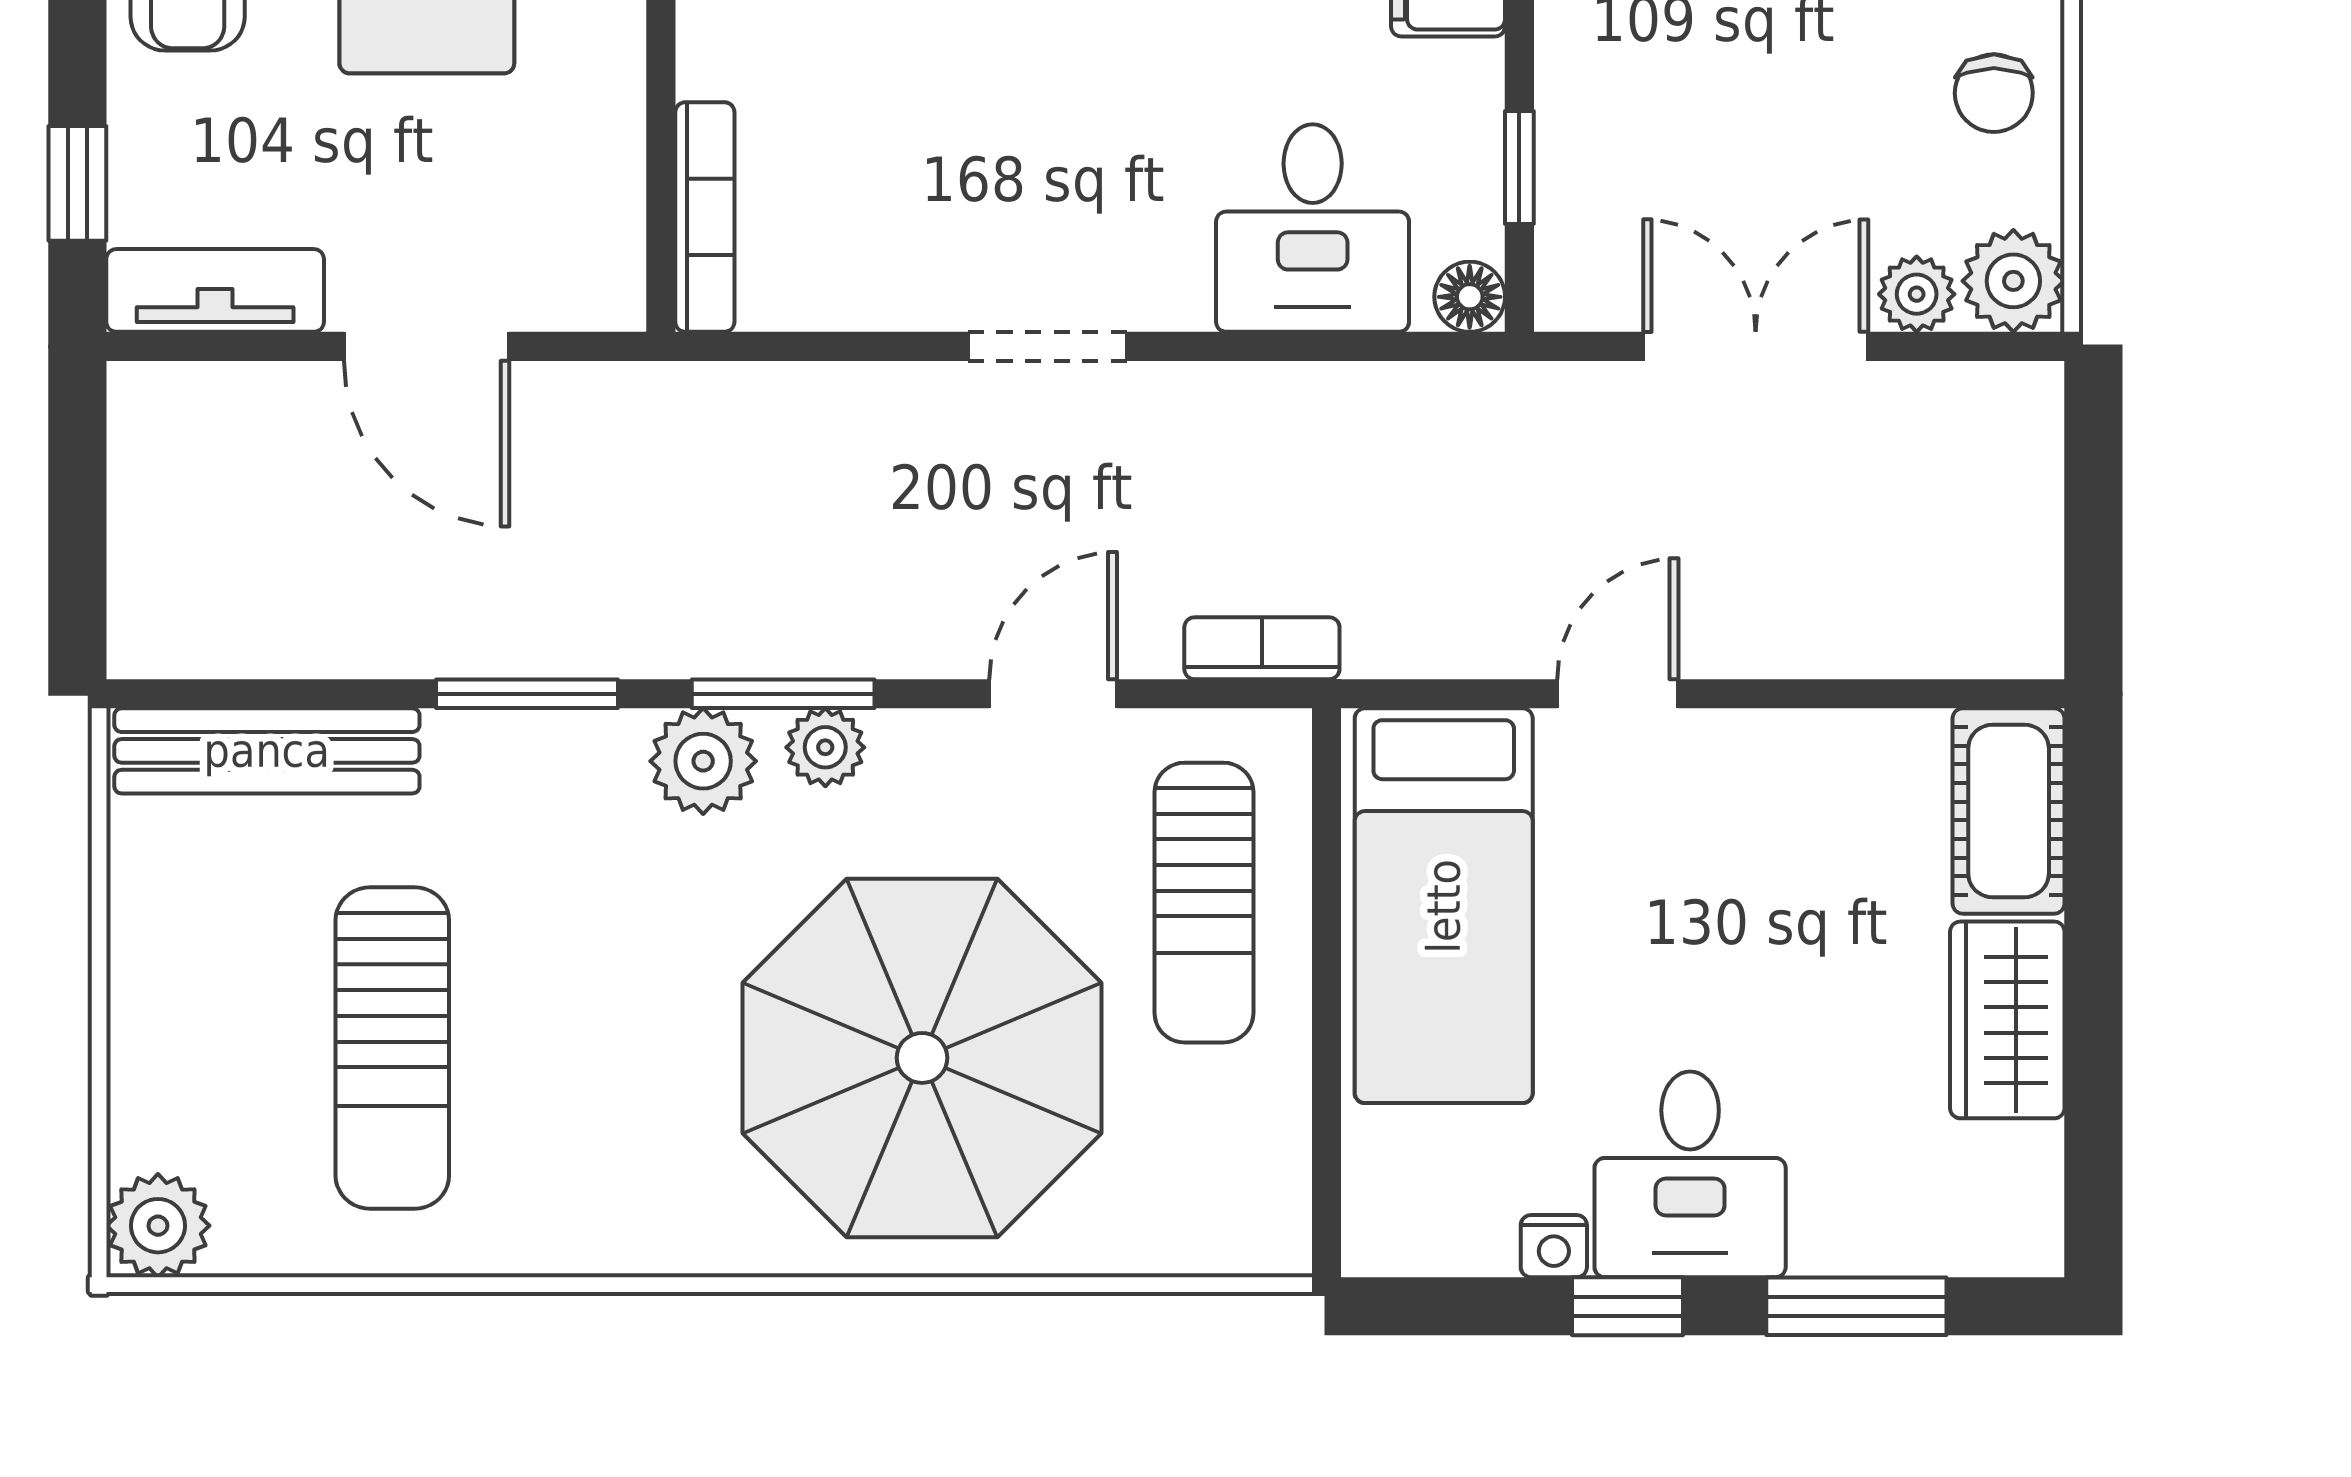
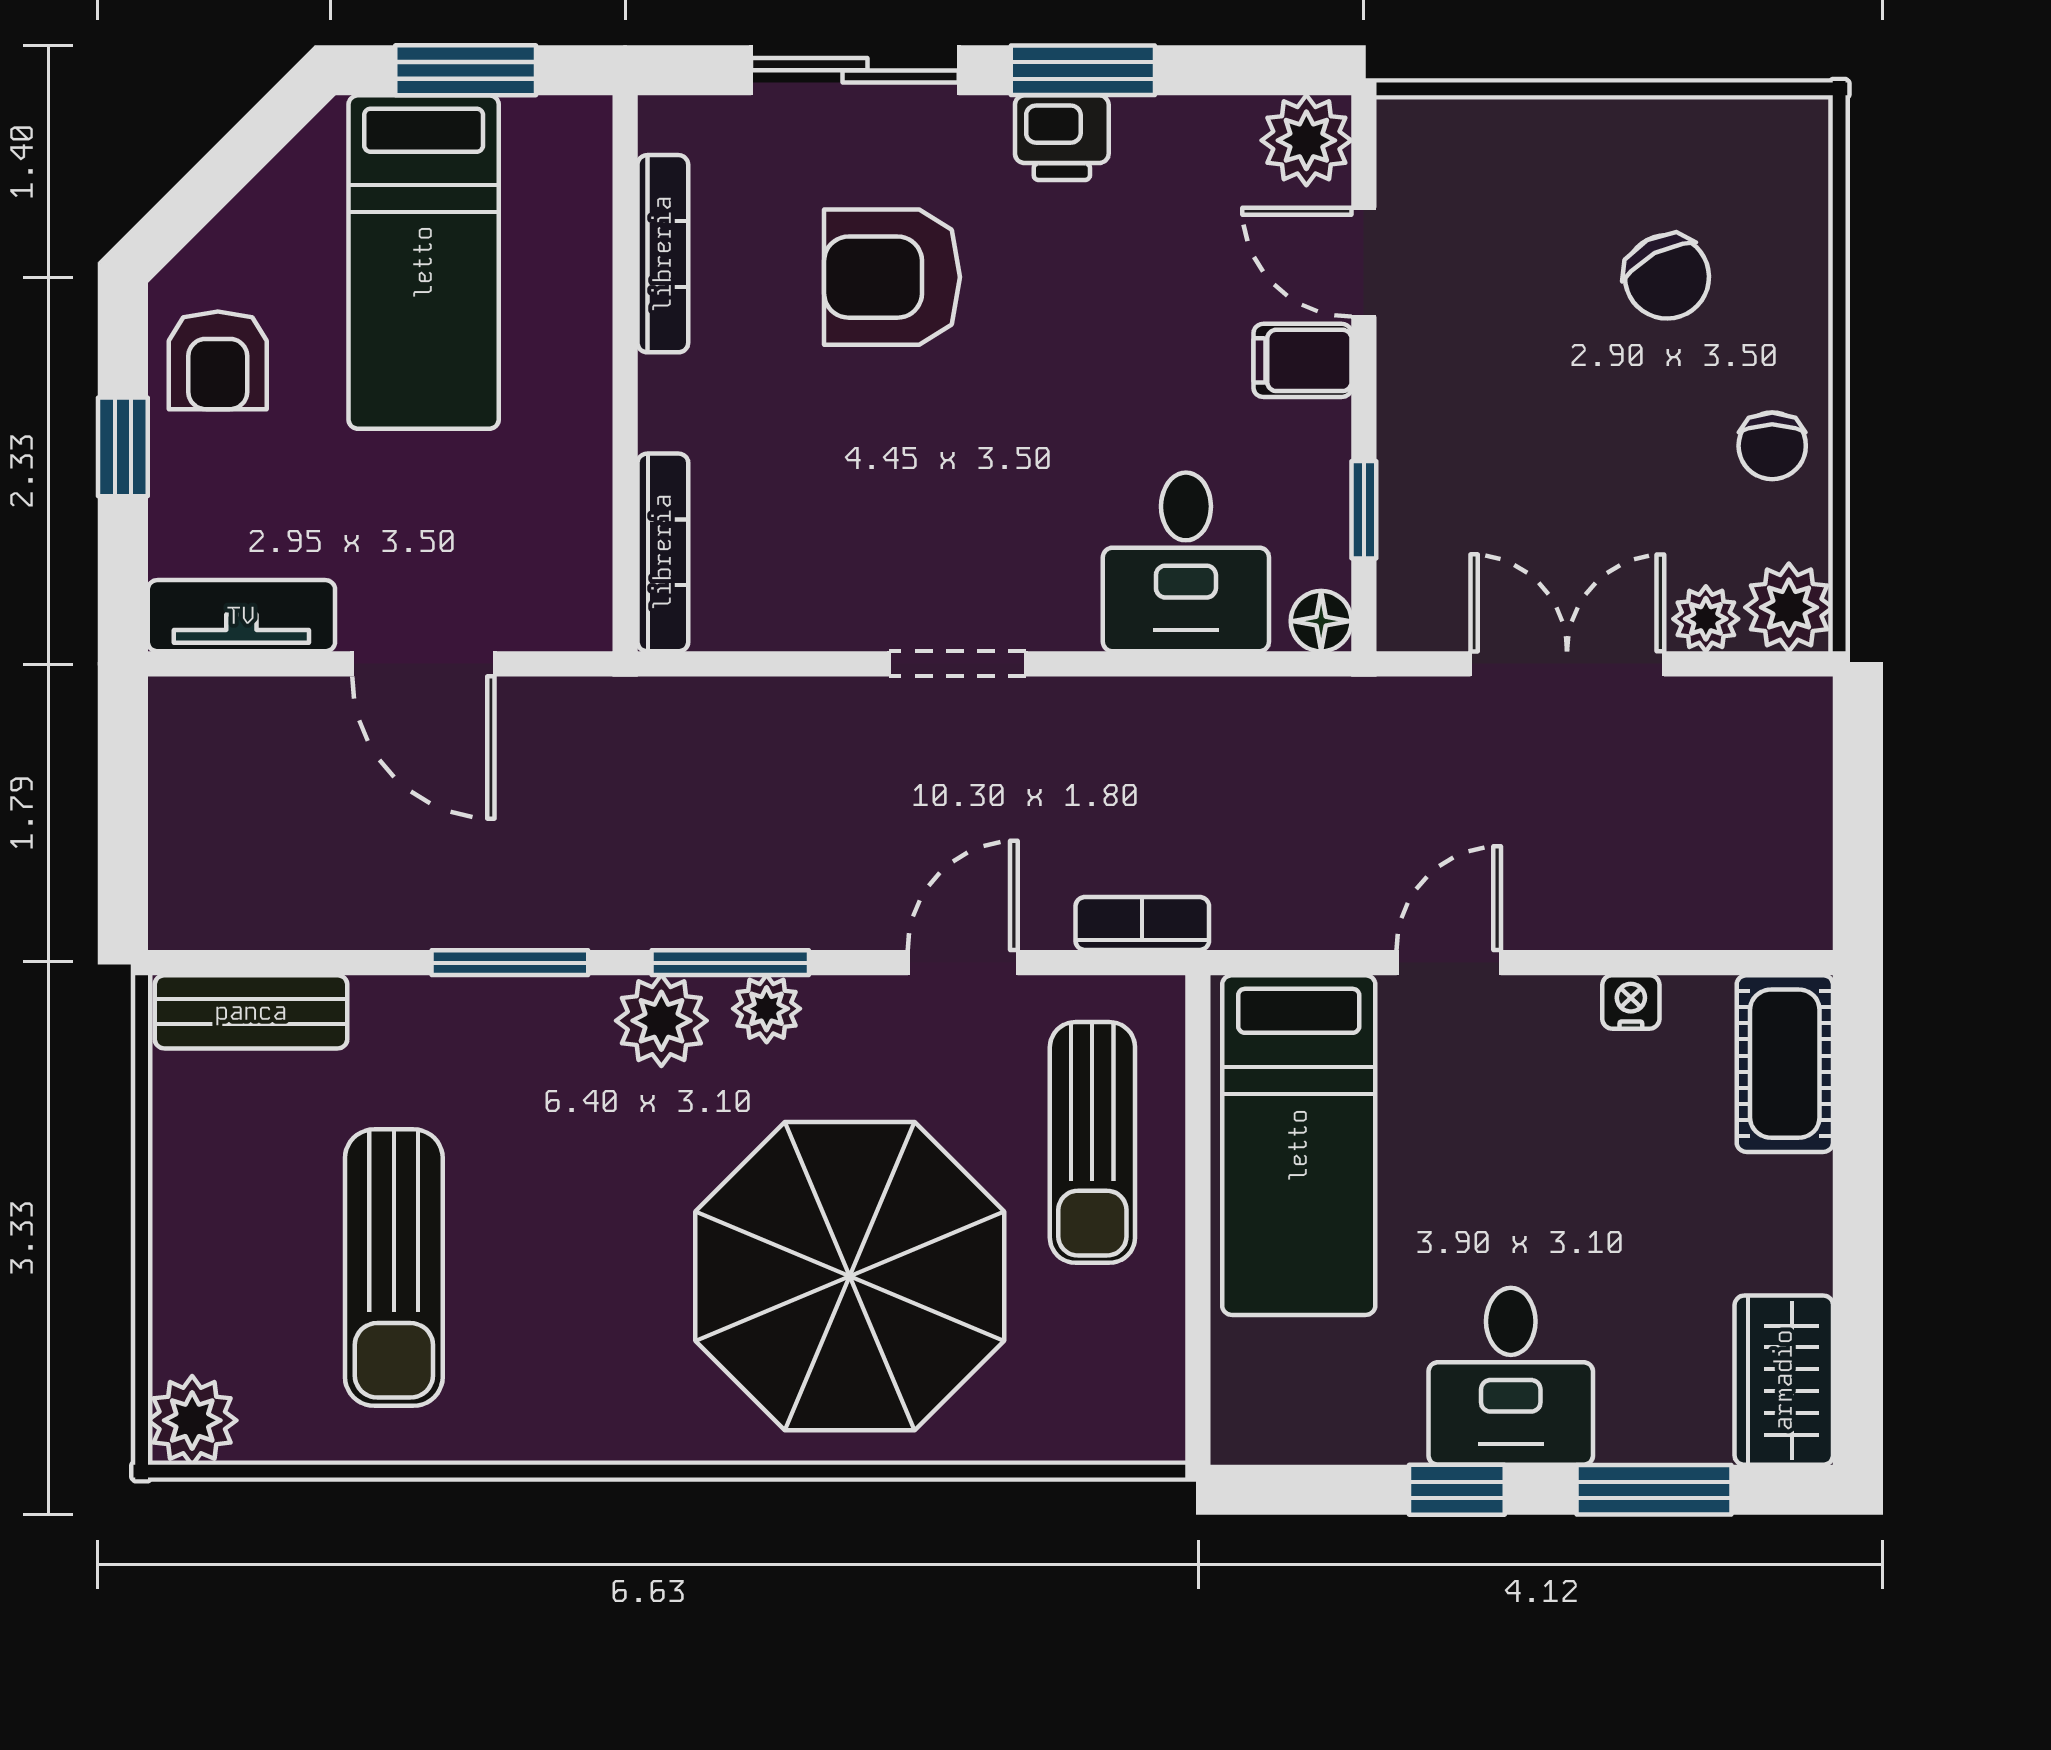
window: (77, 183) -> (123, 447), moved
bench: (267, 751) -> (251, 1012), width x0.73
wardrobe: (2007, 1020) -> (1784, 1380), moved
nightstand: (1554, 1246) -> (1631, 1002), moved, turned 180

